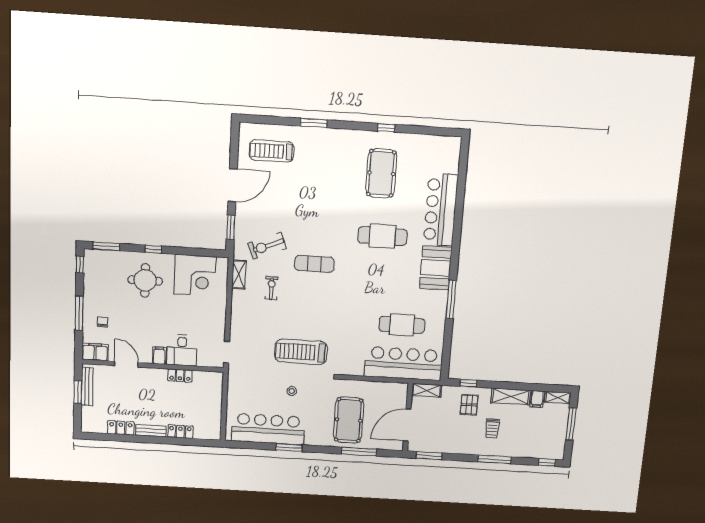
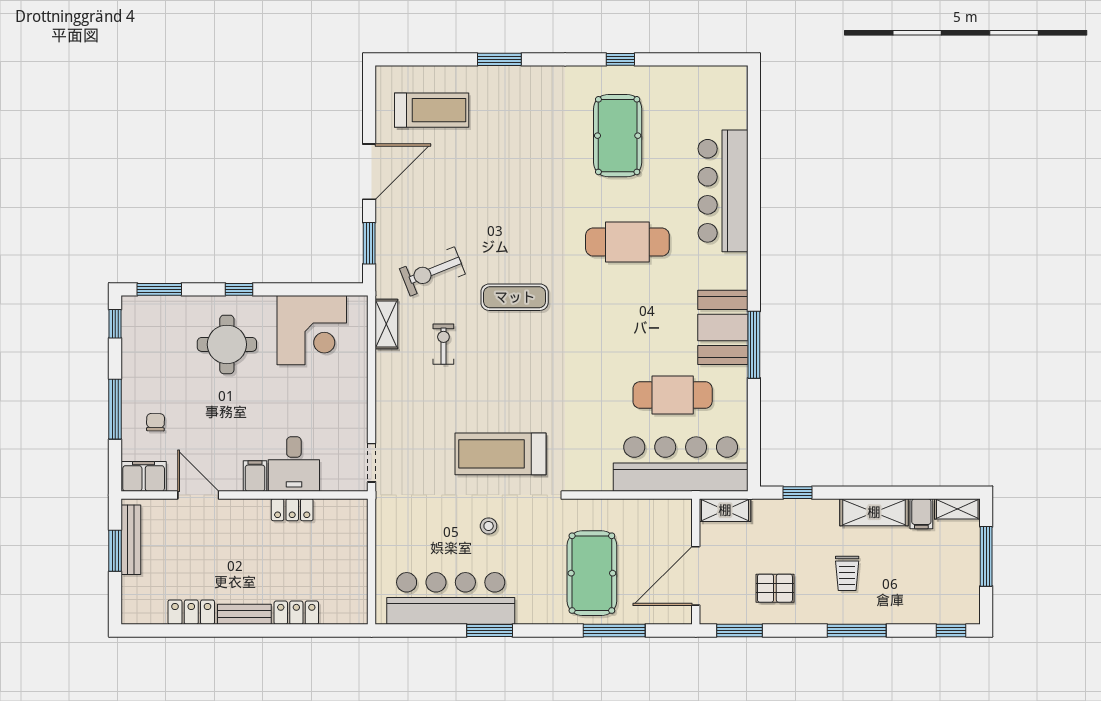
treadmill: (272, 151) -> (432, 110), turned 180
booth: (436, 268) -> (723, 327), moved
pallet: (469, 405) -> (775, 588), moved, turned 90

